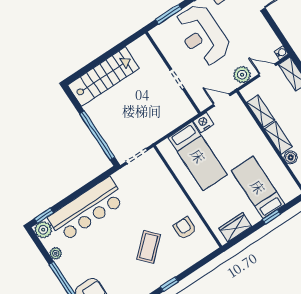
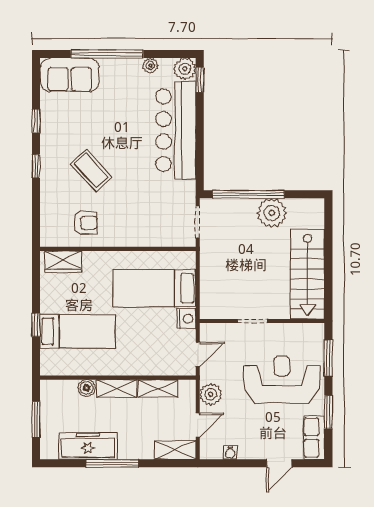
water cooler: (281, 53) -> (230, 453), moved
stairs: (103, 77) -> (308, 274), moved
plant: (99, 112) -> (272, 213), added
wardrobe: (235, 227) -> (63, 262), moved, turned 90

